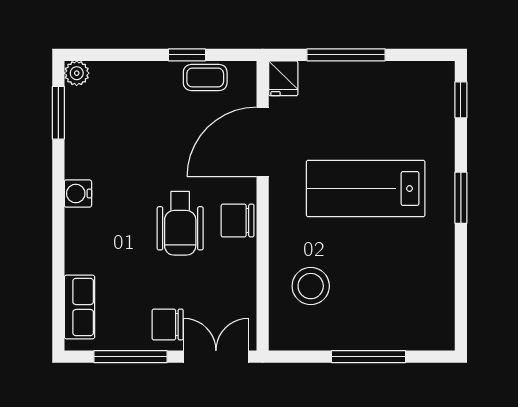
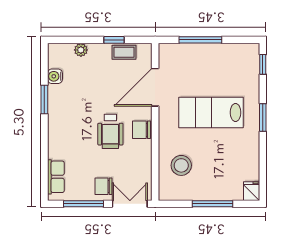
plant: (77, 73) -> (81, 50), moved
fridge: (283, 78) -> (251, 191), moved, turned 180
window: (58, 113) -> (44, 100), moved
water cooler: (78, 194) -> (55, 76), moved

